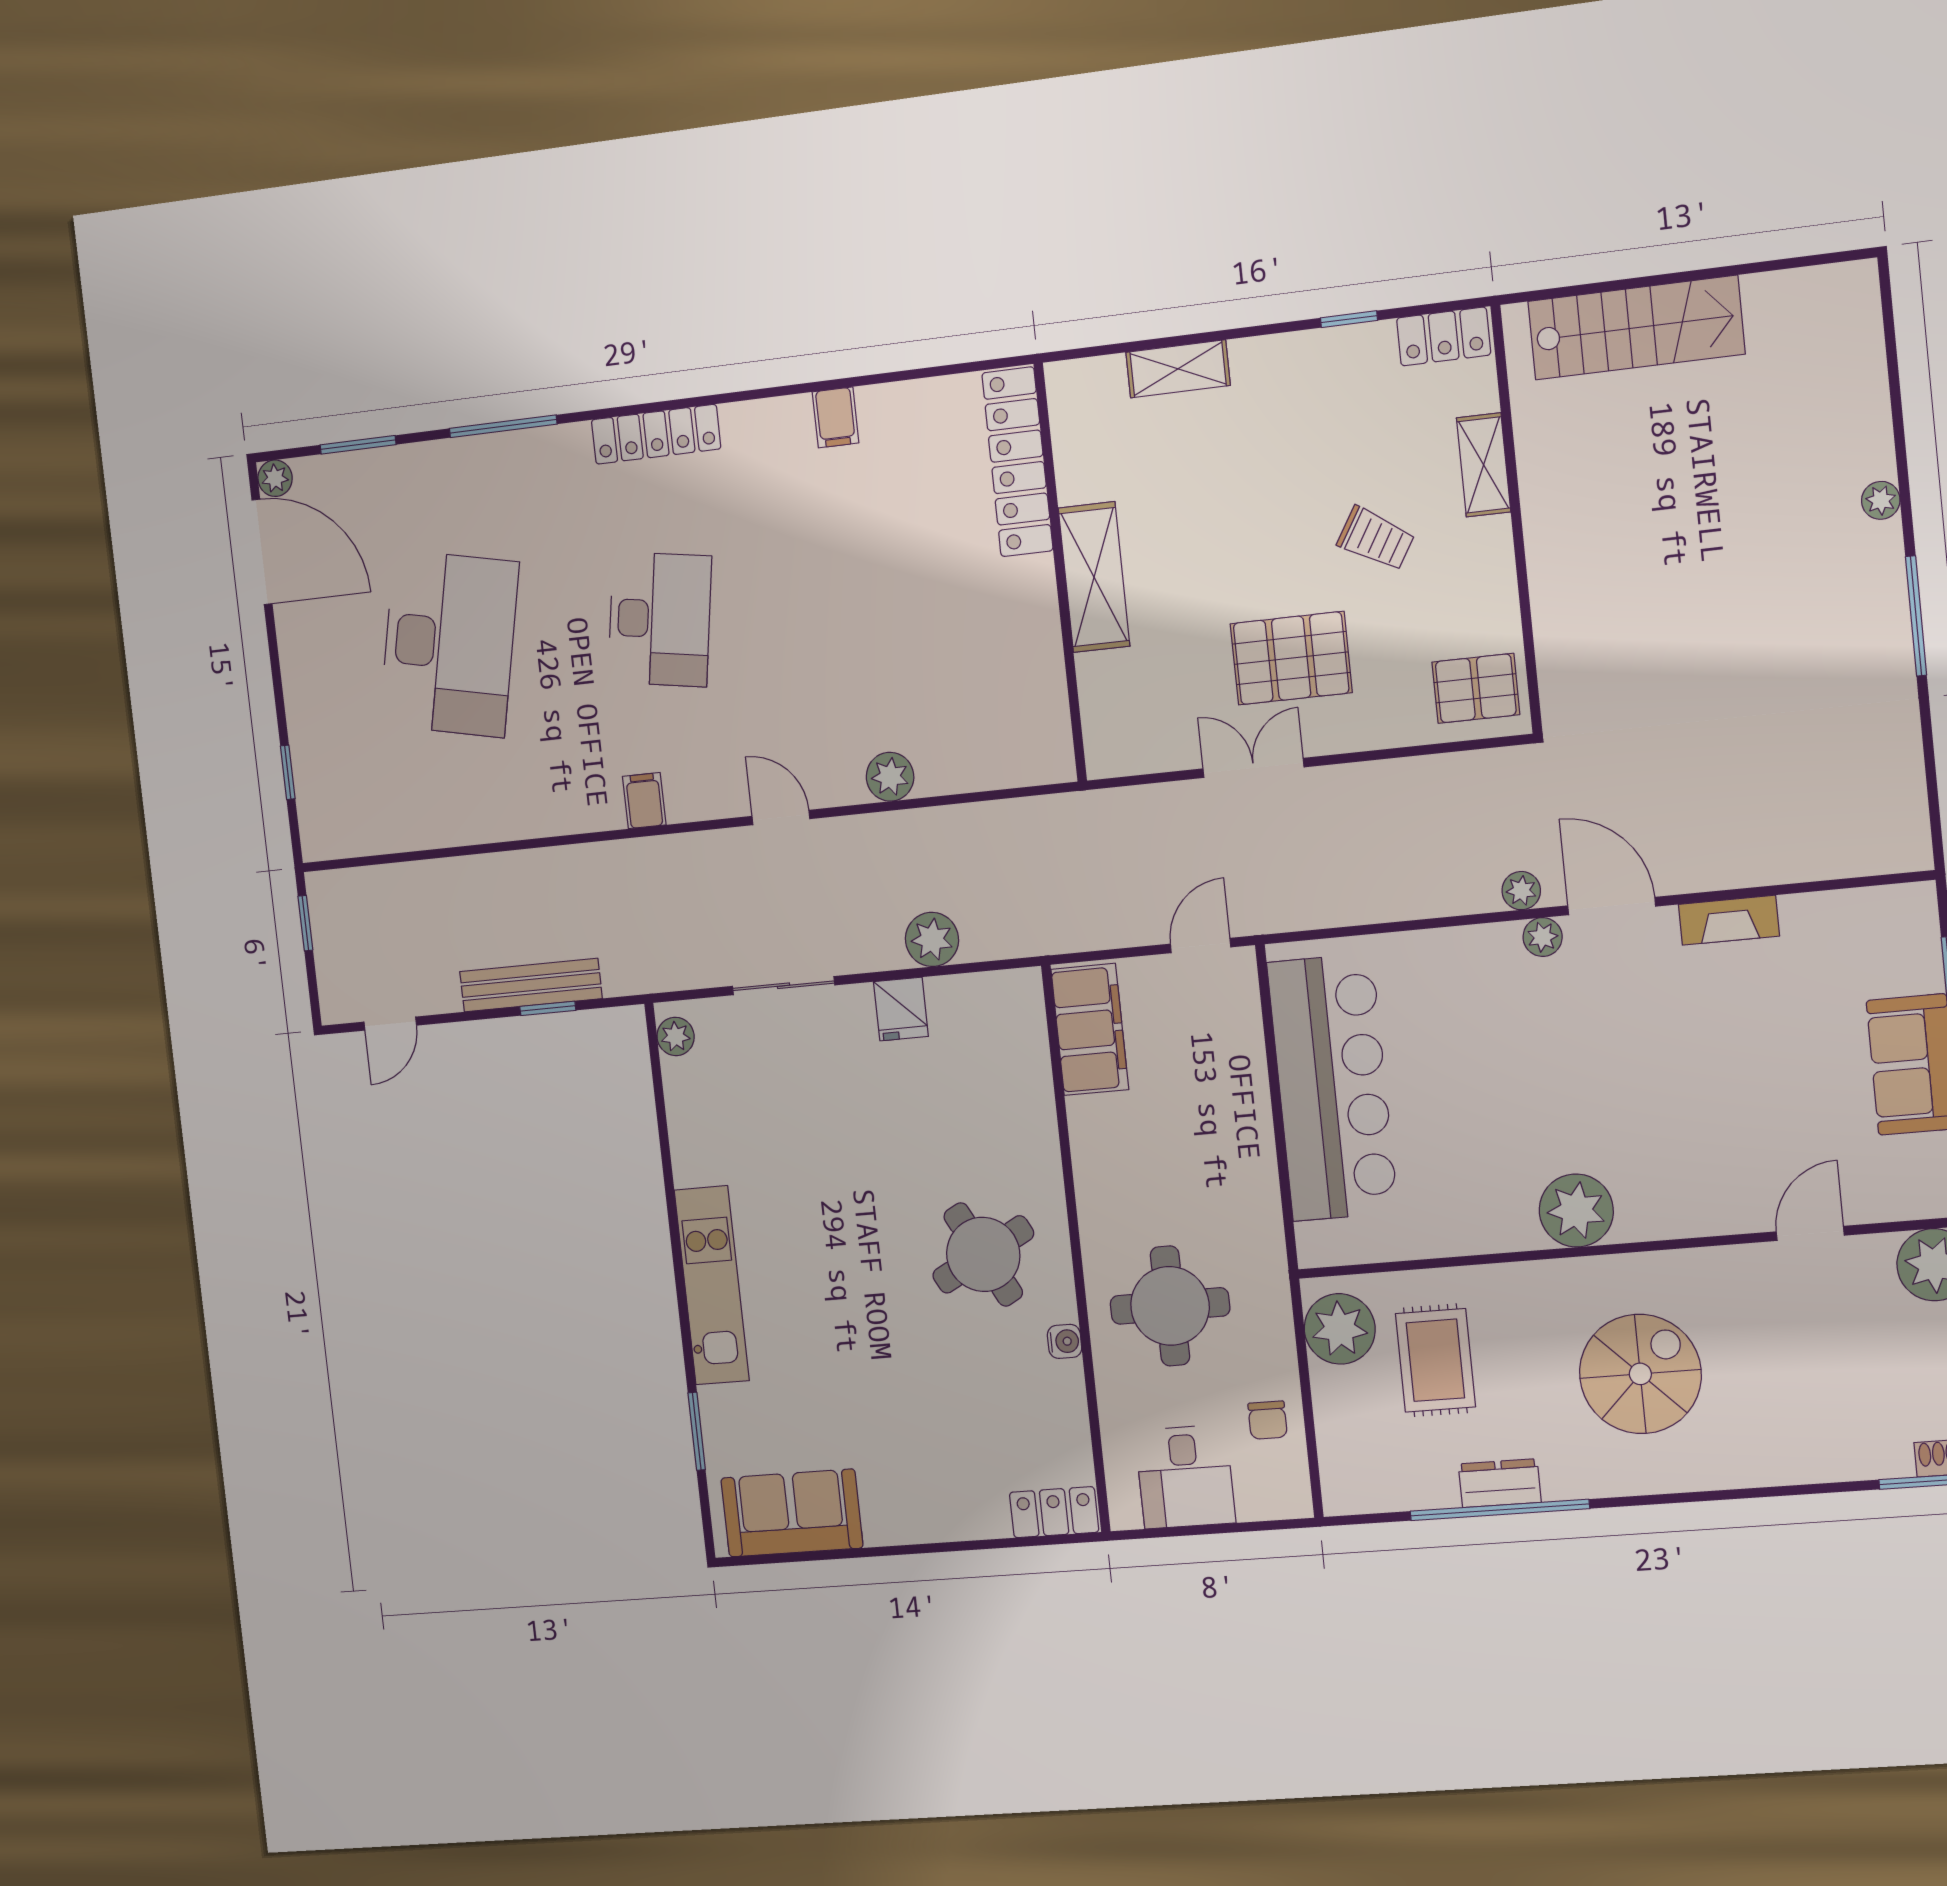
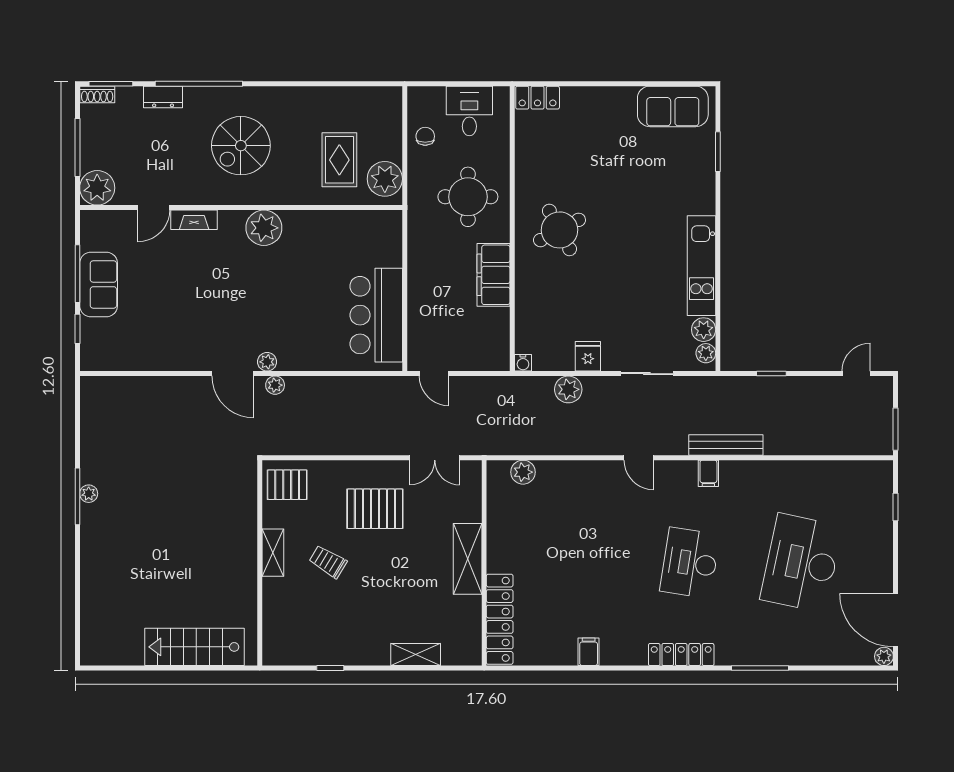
locker: (1444, 336) -> (286, 654), removed
window: (358, 445) -> (838, 668), removed
shelving: (1484, 465) -> (273, 553), moved
plant: (1881, 500) -> (89, 494), moved
double door: (1253, 768) -> (435, 458), moved
plant: (890, 777) -> (523, 472), moved
fireplace: (1729, 920) -> (194, 220), moved, turned 180
window: (305, 923) -> (896, 429), width x1.50
door: (1200, 946) -> (434, 374), hinge flipped
bench: (531, 985) -> (726, 445), moved
filing cabinet: (1090, 1029) -> (494, 275), moved
plant: (685, 1082) -> (704, 330), added
bar counter: (1332, 1088) -> (376, 315), width x0.73
kitchen unit: (712, 1285) -> (701, 266), moved
water cooler: (1065, 1341) -> (523, 363), moved, turned -90
dresser: (1500, 1483) -> (163, 97), moved
window: (1500, 1510) -> (199, 84), moved

